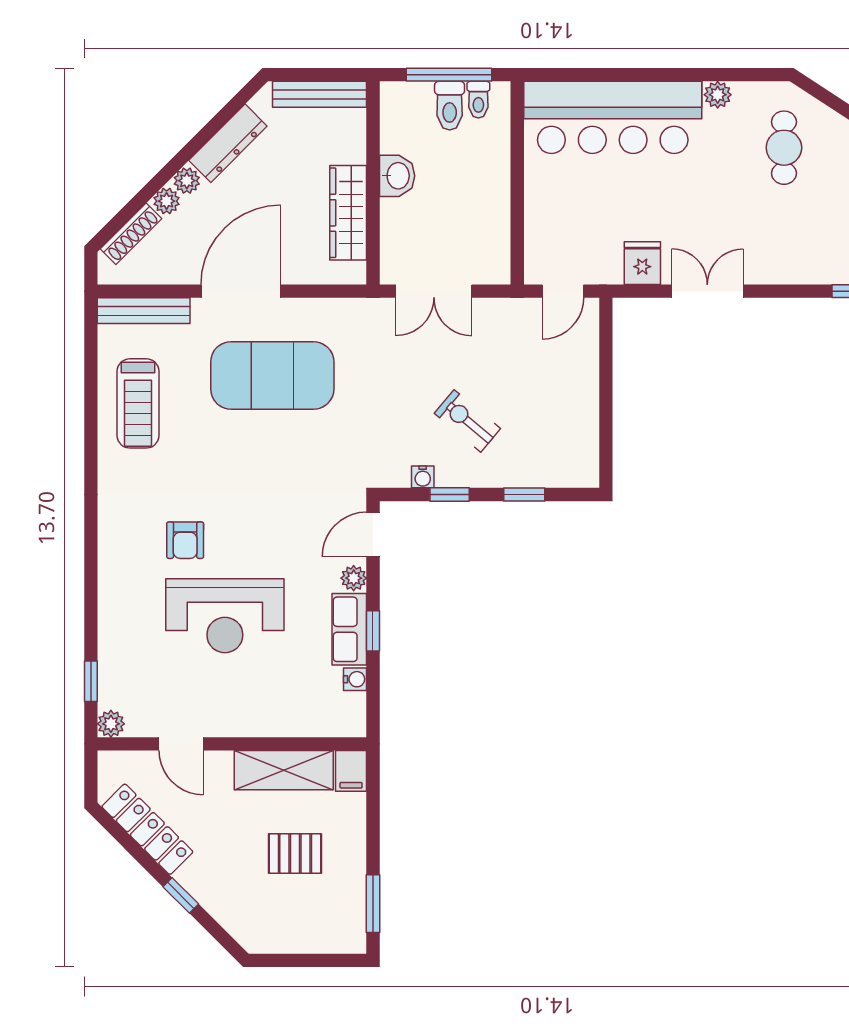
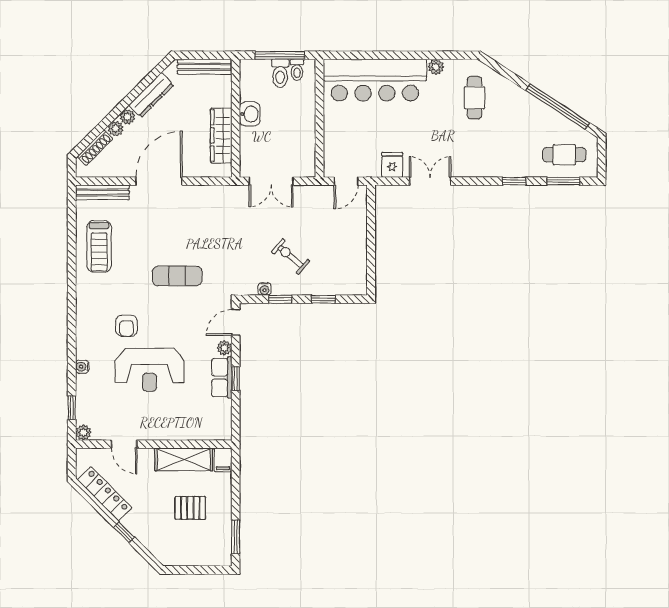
exercise mat: (272, 375) -> (177, 276), moved, width x0.50, depth x0.69
water cooler: (355, 679) -> (82, 367), moved, turned 180

